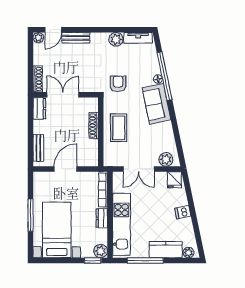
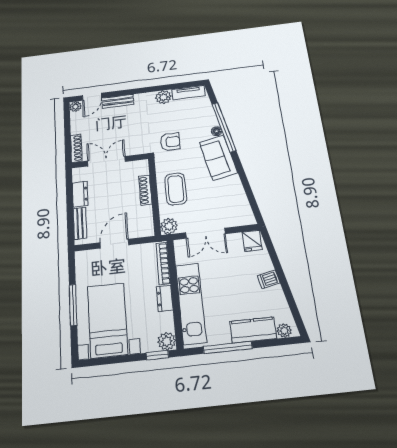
armchair: (118, 84) -> (170, 142), turned 90
dresser: (39, 108) -> (80, 194), moved
plant: (166, 159) -> (169, 226), moved

